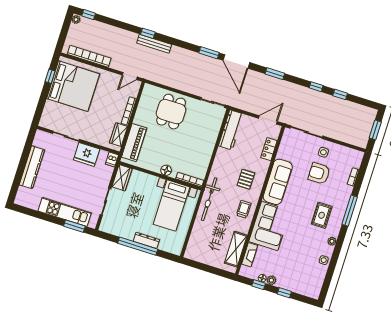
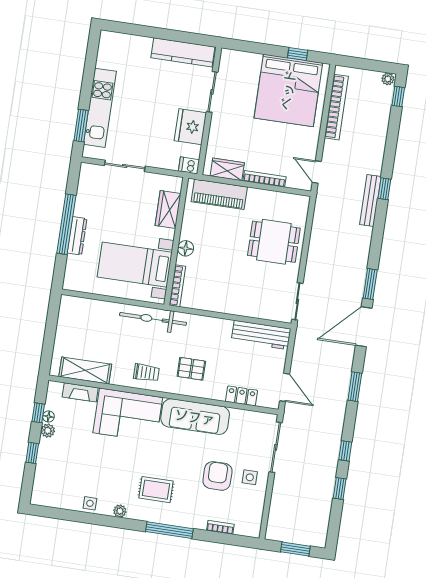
kitchen counter: (32, 167) -> (183, 52), moved
wardrobe: (122, 178) -> (168, 209), moved, turned 90

